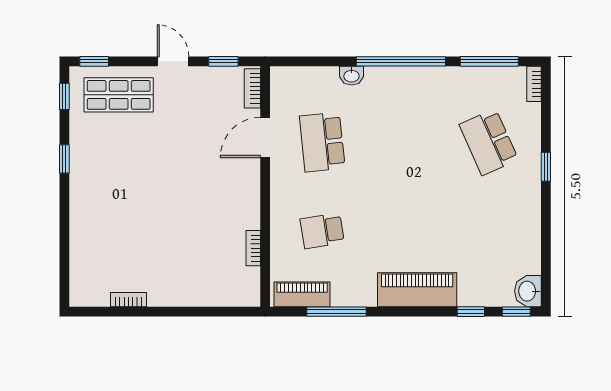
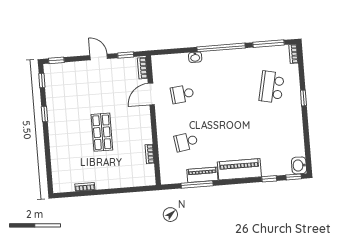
shop shelf: (119, 95) -> (102, 132), moved, turned 90
school desk: (322, 142) -> (182, 94), width x0.54
school desk: (489, 142) -> (272, 87), turned 36
piano: (302, 294) -> (202, 175), moved

